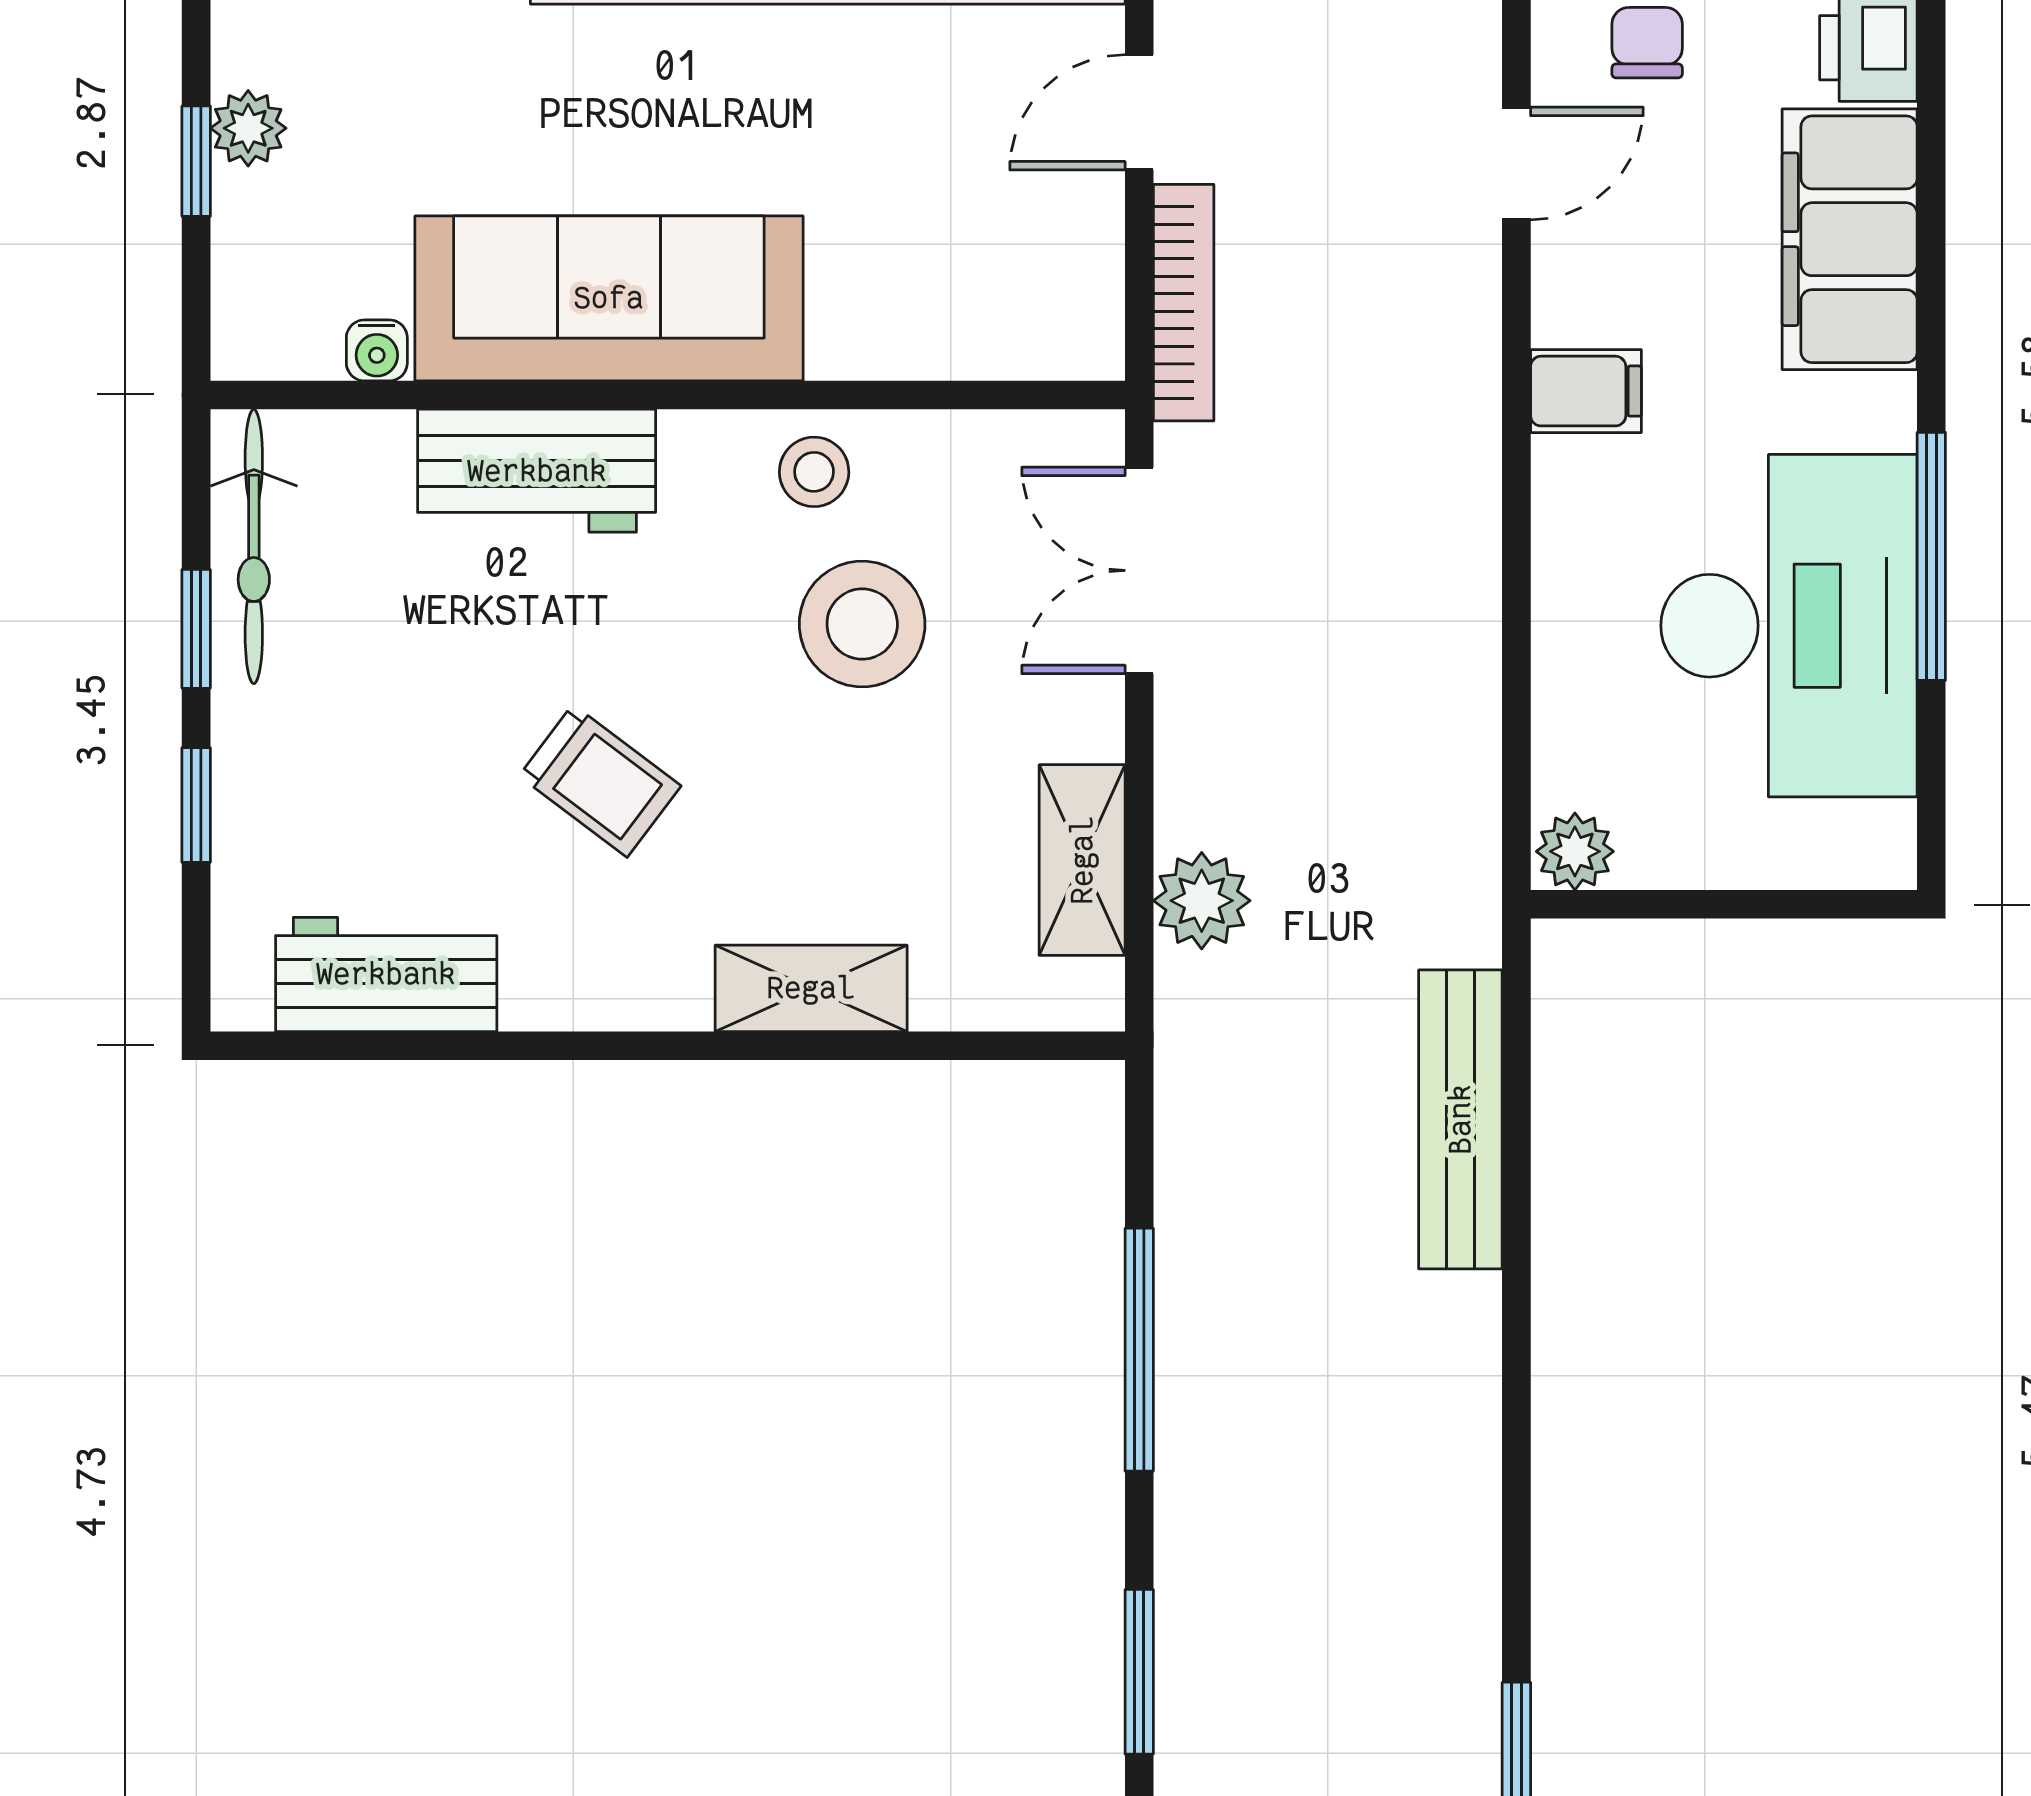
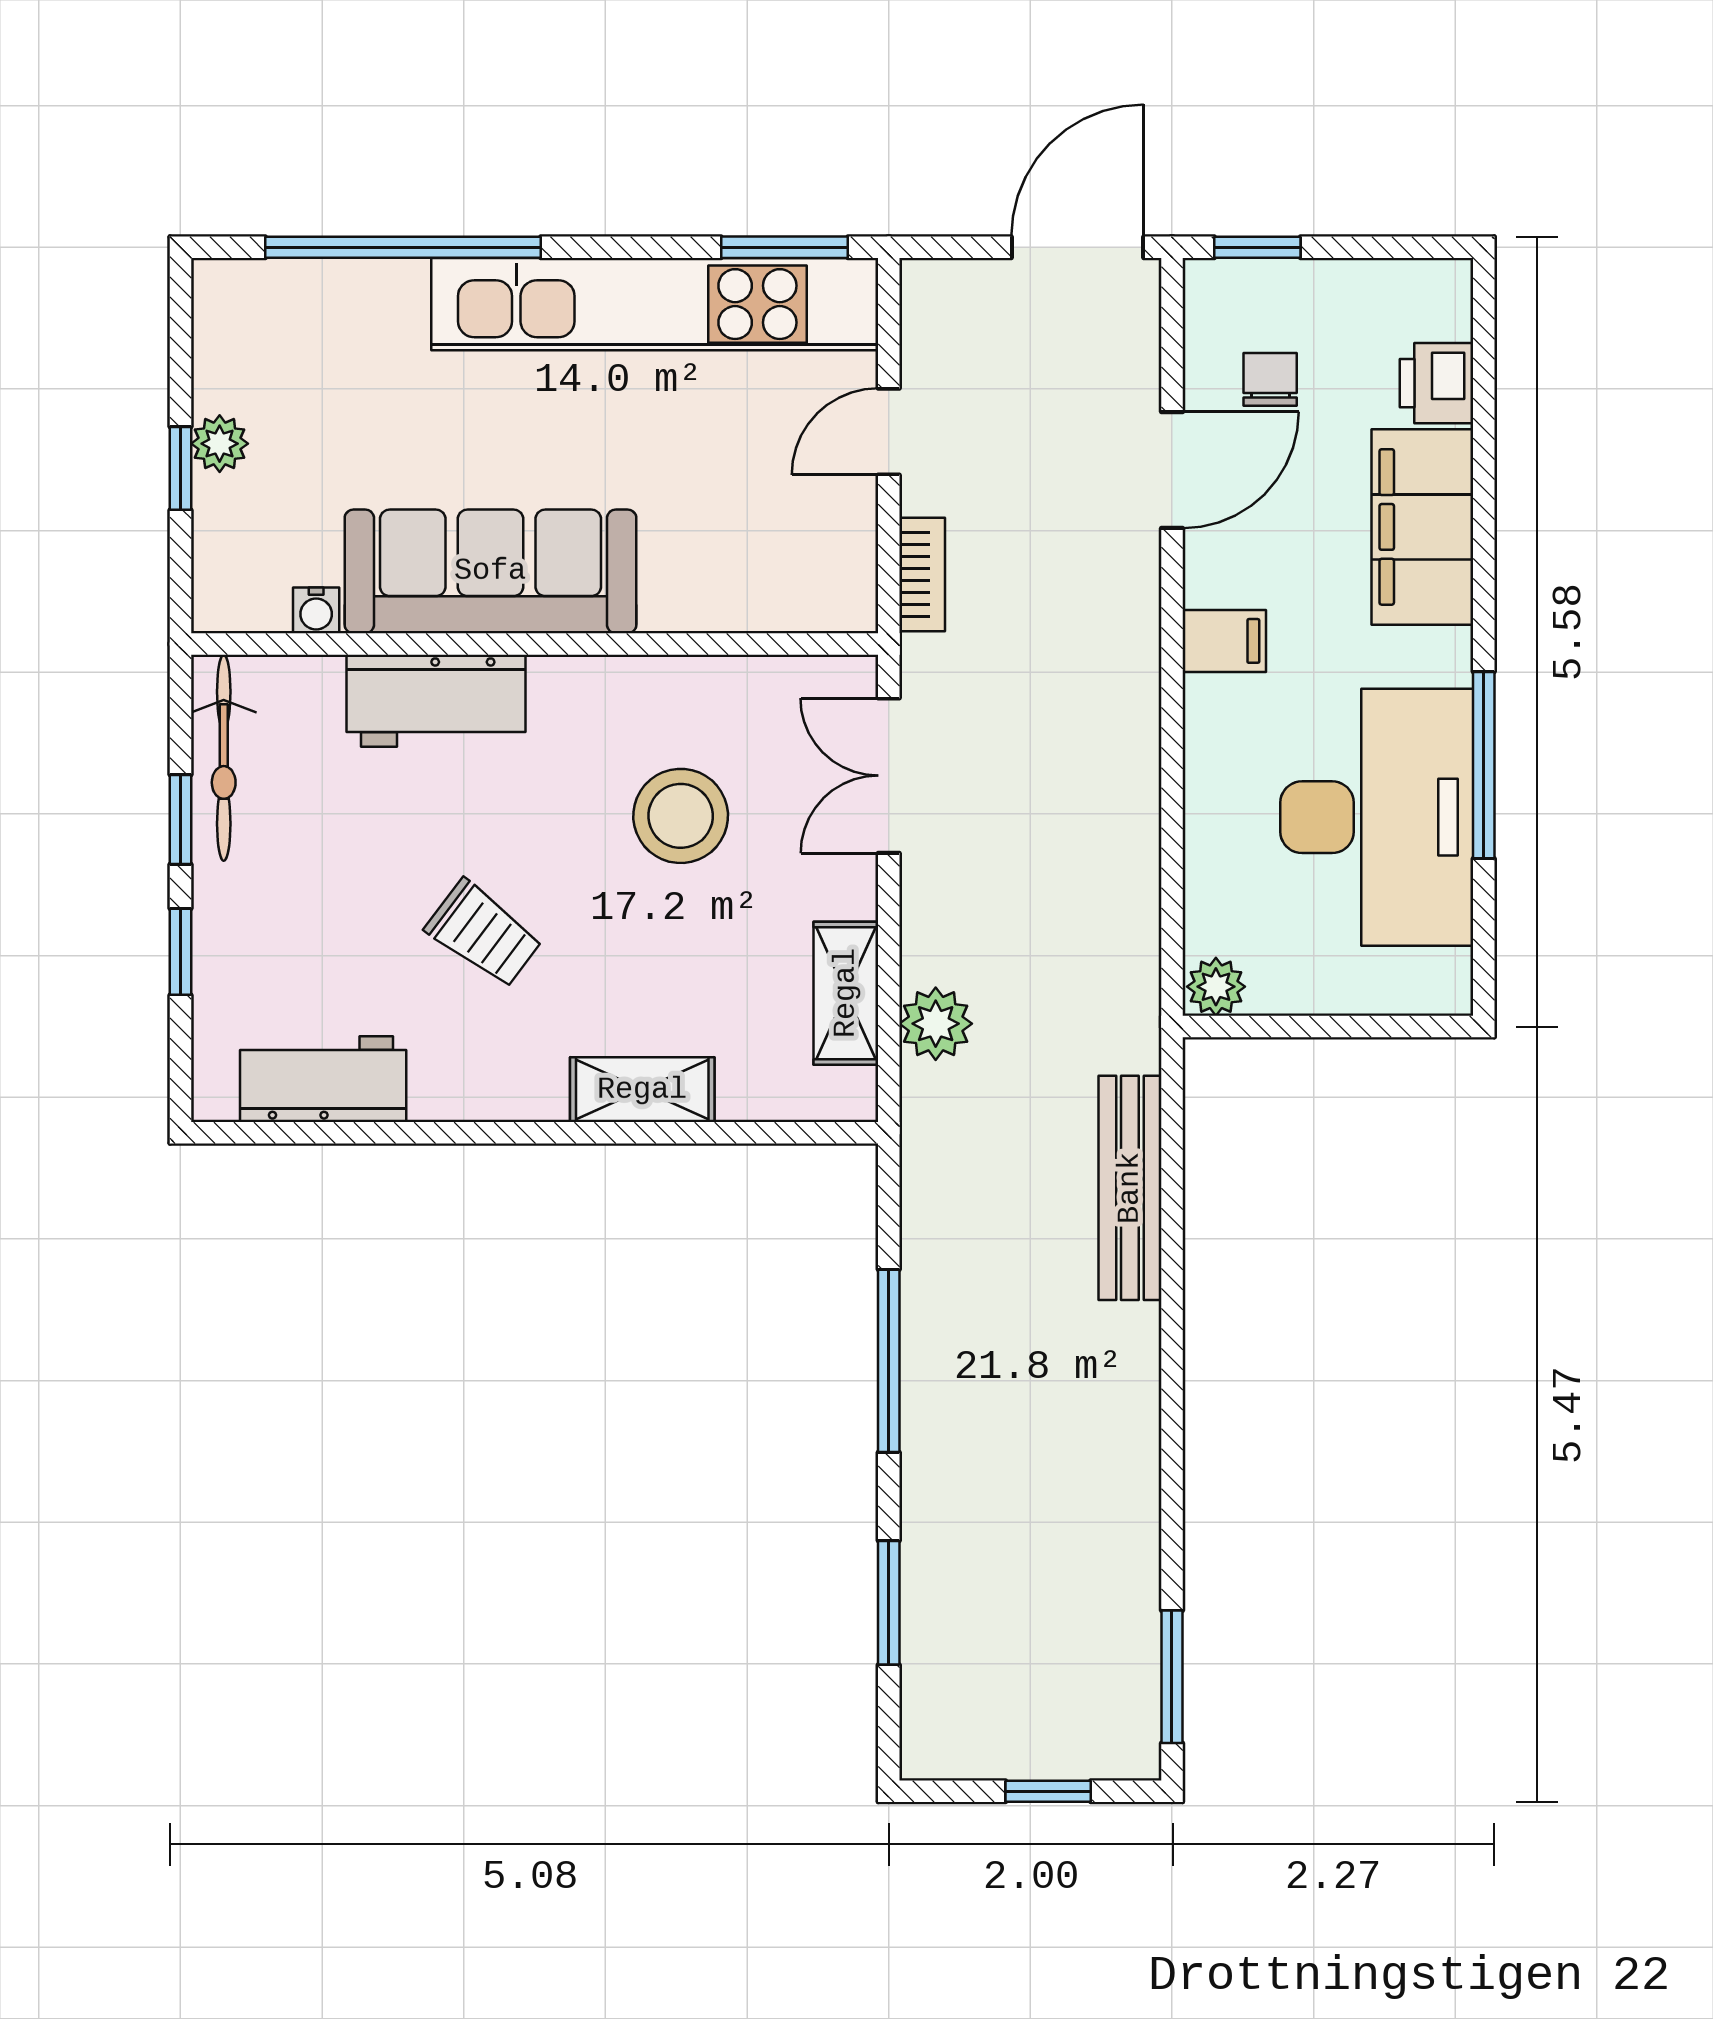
door: (1516, 163) -> (1172, 470), width x1.38
bookcase: (1184, 303) -> (922, 575), width x0.64
stool: (814, 472) -> (644, 702), removed

